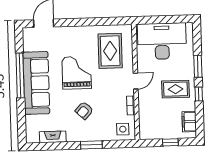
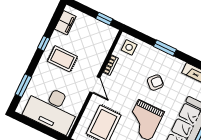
window: (198, 66) -> (23, 86), moved
door: (136, 81) -> (95, 85), swing flipped
window: (170, 142) -> (104, 19), moved

